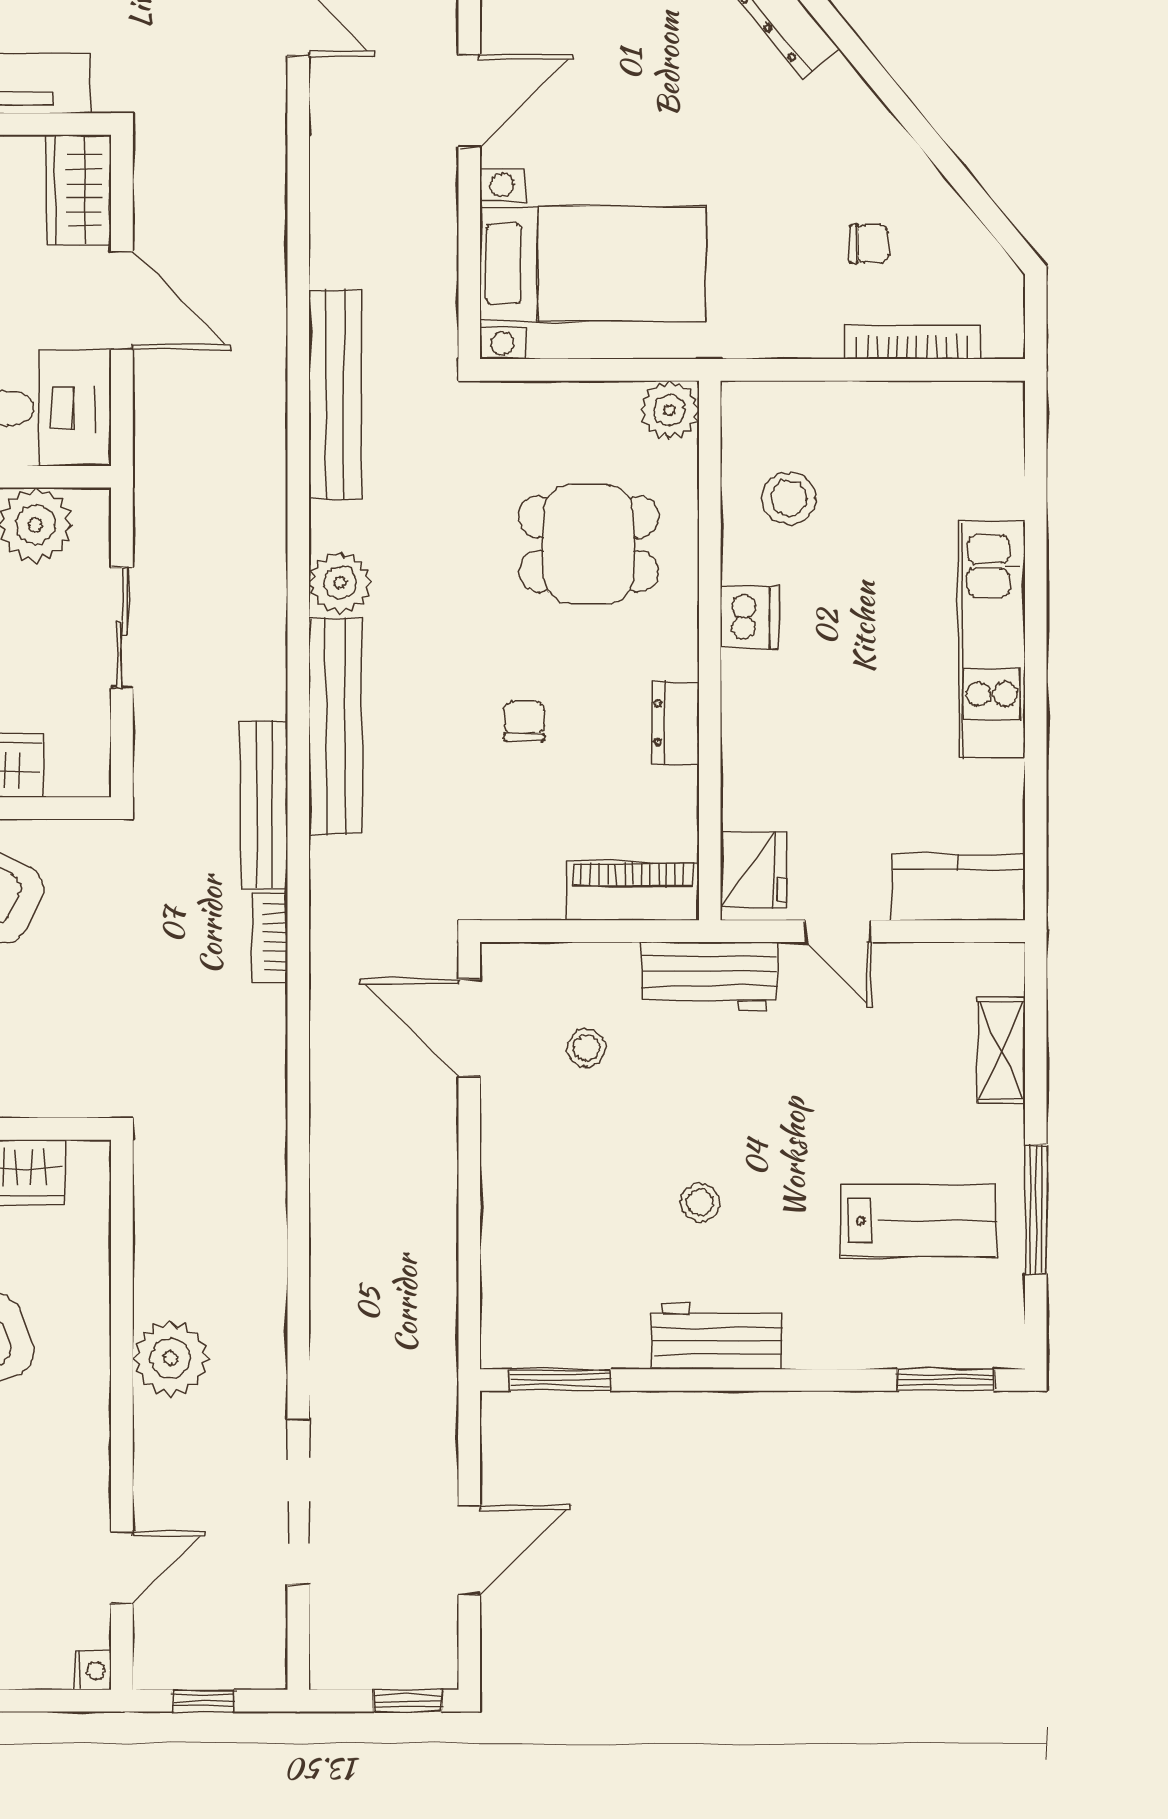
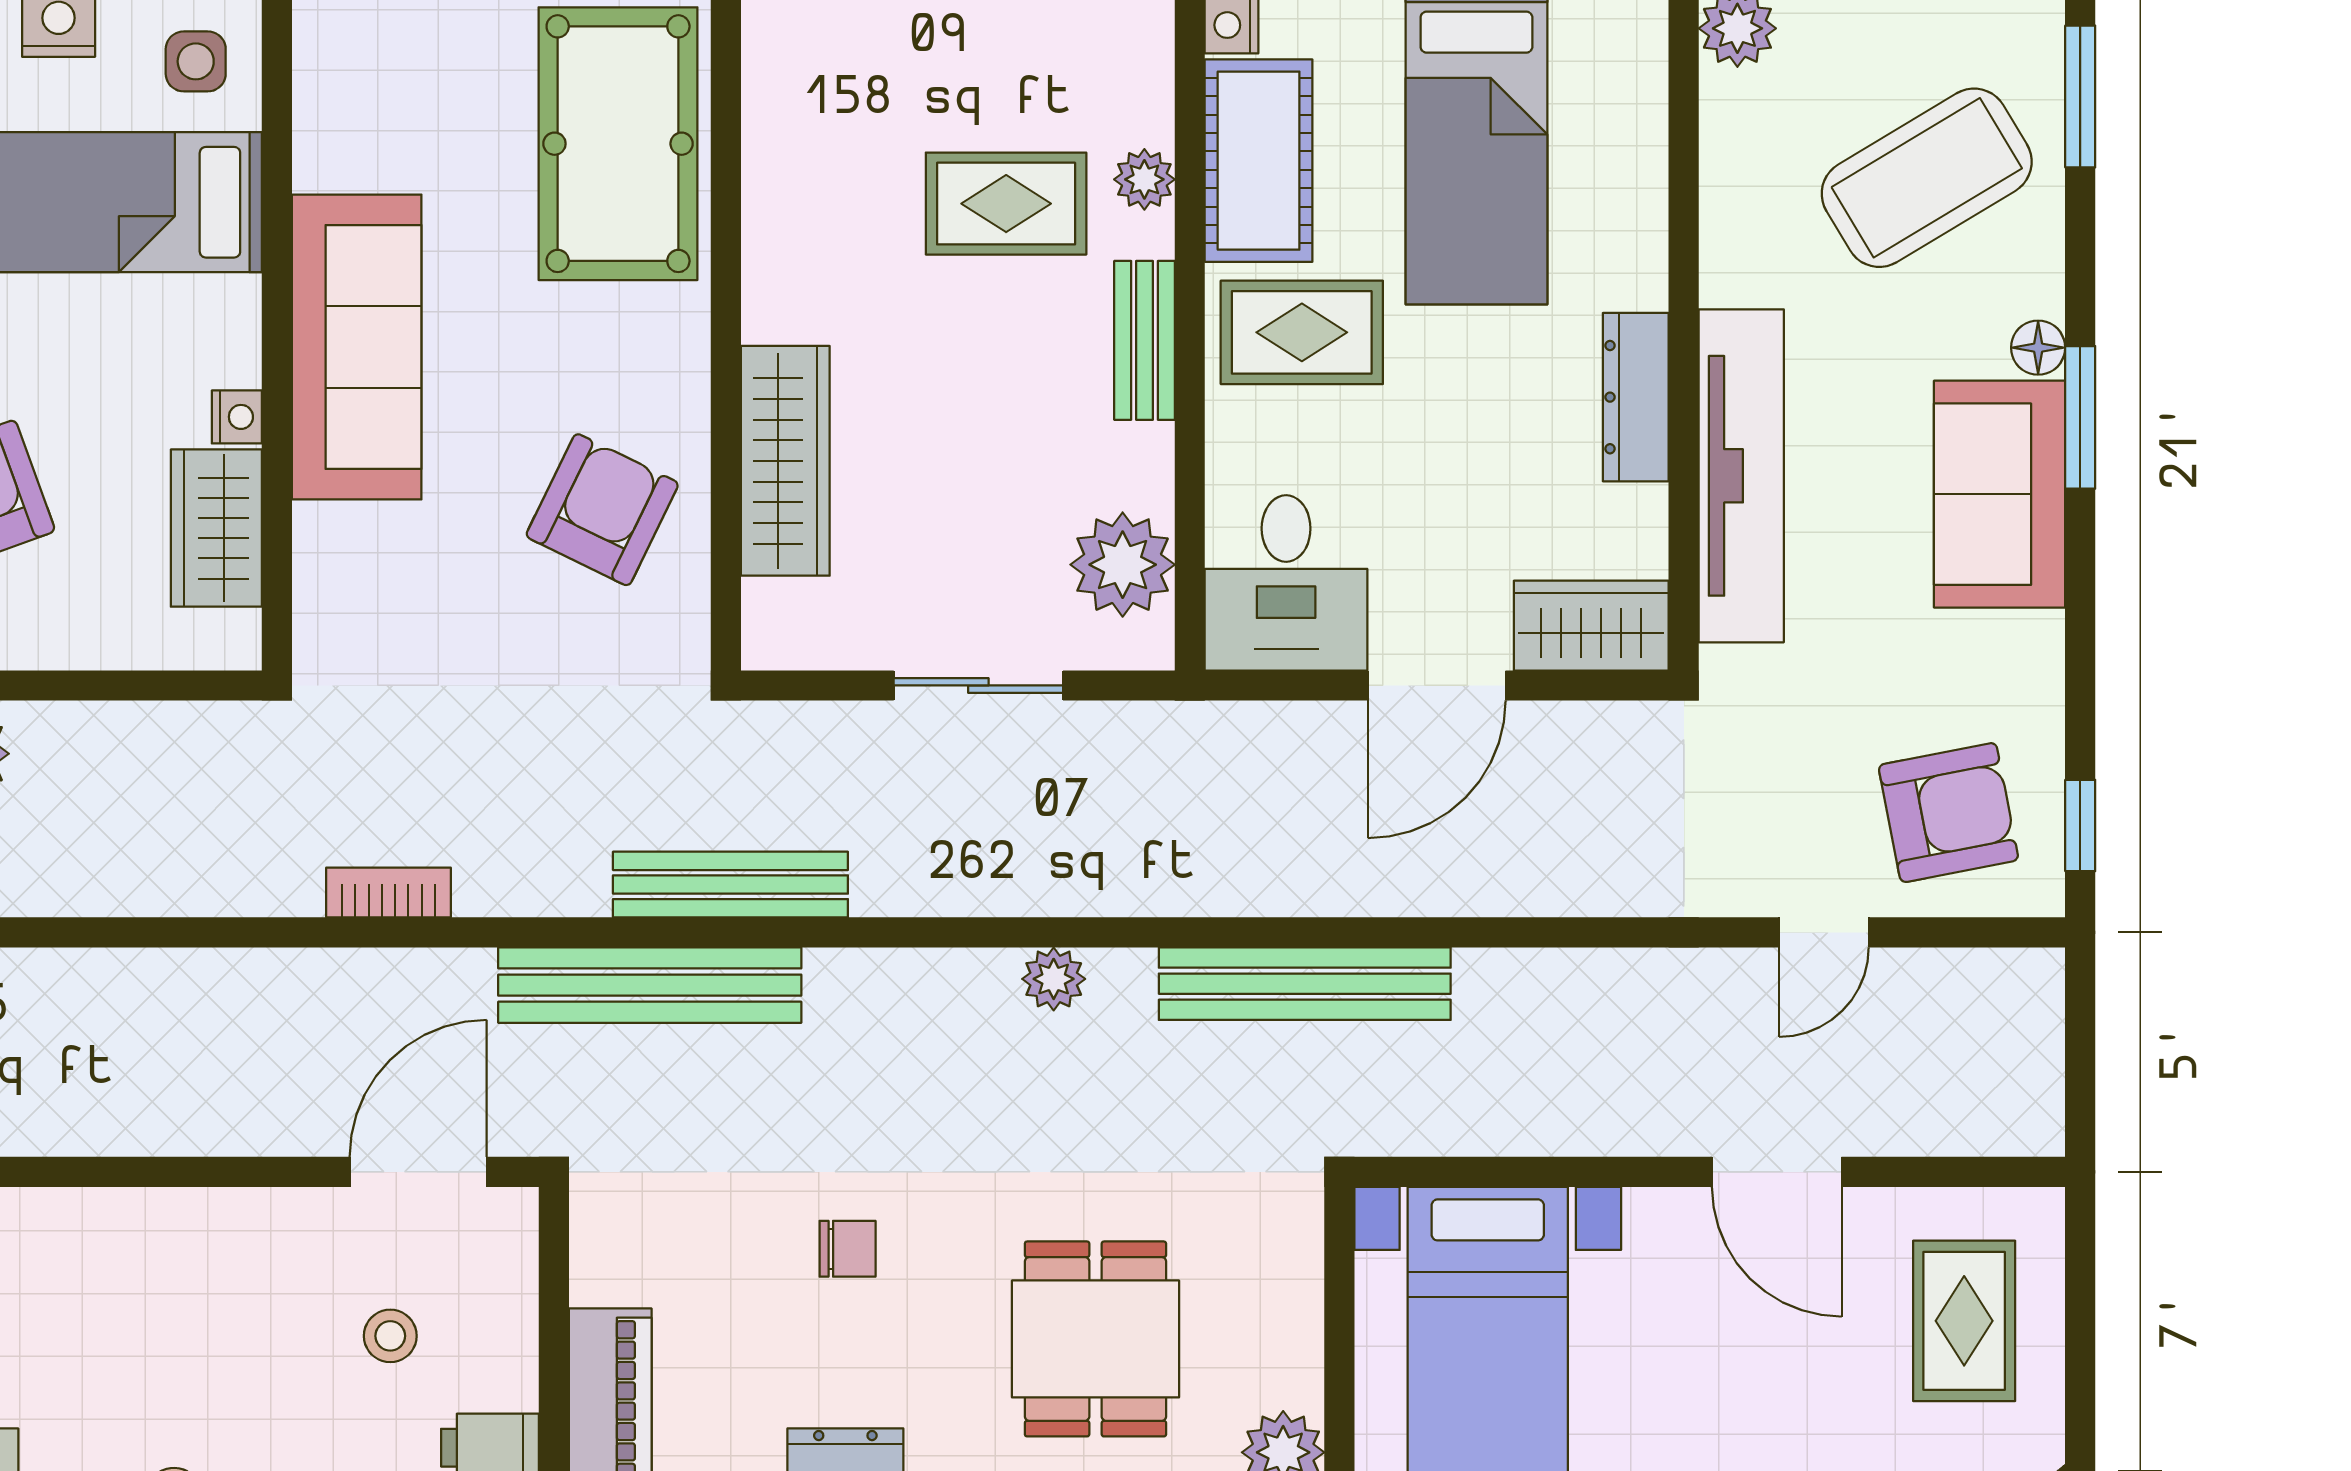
door: (469, 101) -> (1777, 1172), moved
plant: (340, 582) -> (1054, 979), width x0.73, depth x0.73
bench: (336, 726) -> (650, 985), moved
bookcase: (270, 938) -> (389, 893), moved

